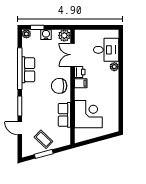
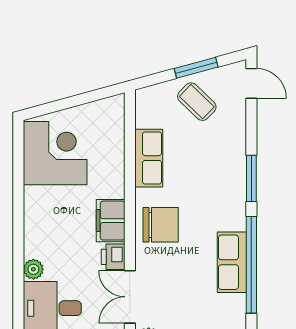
double door: (72, 55) -> (130, 297), swing flipped
filing cabinet: (81, 83) -> (111, 221), width x2.00
corner desk: (88, 114) -> (55, 153), moved, turned 180
door: (20, 128) -> (251, 83), moved

